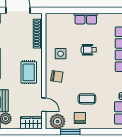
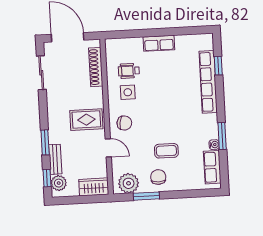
wheelchair: (89, 50) -> (129, 71), moved
rug: (29, 72) -> (86, 120), turned 90
door: (44, 105) -> (108, 148), moved

